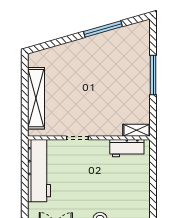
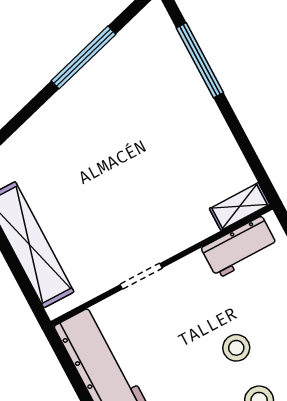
window: (153, 75) -> (200, 60), moved
stool: (102, 191) -> (236, 348), added

